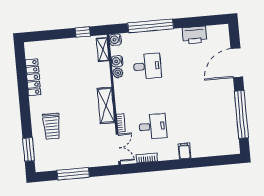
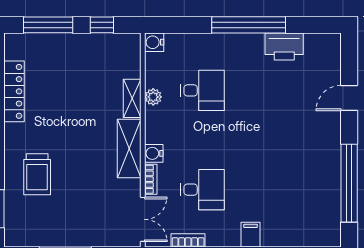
window: (151, 26) -> (249, 25), moved
window: (50, 35) -> (48, 25), added
shelving: (103, 50) -> (132, 98), moved
water cooler: (117, 61) -> (154, 153), moved
door: (237, 63) -> (349, 98), width x0.53

